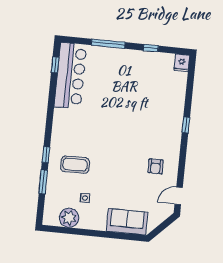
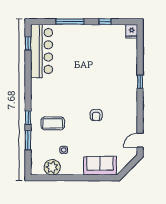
armchair: (156, 166) -> (96, 115), moved

